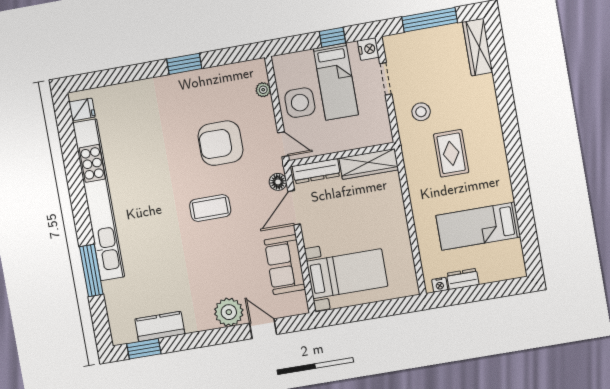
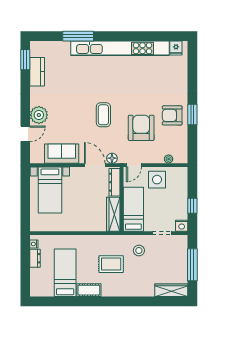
bed: (336, 82) -> (133, 209), moved, turned 90
armchair: (192, 96) -> (172, 115), added
cot: (500, 182) -> (89, 290), added

